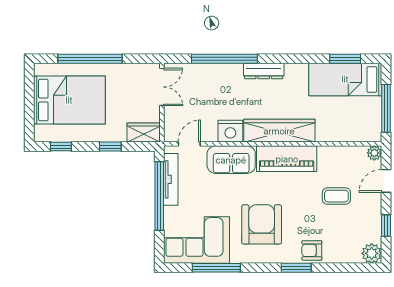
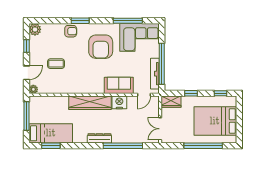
piano: (287, 159) -> (86, 86), removed

